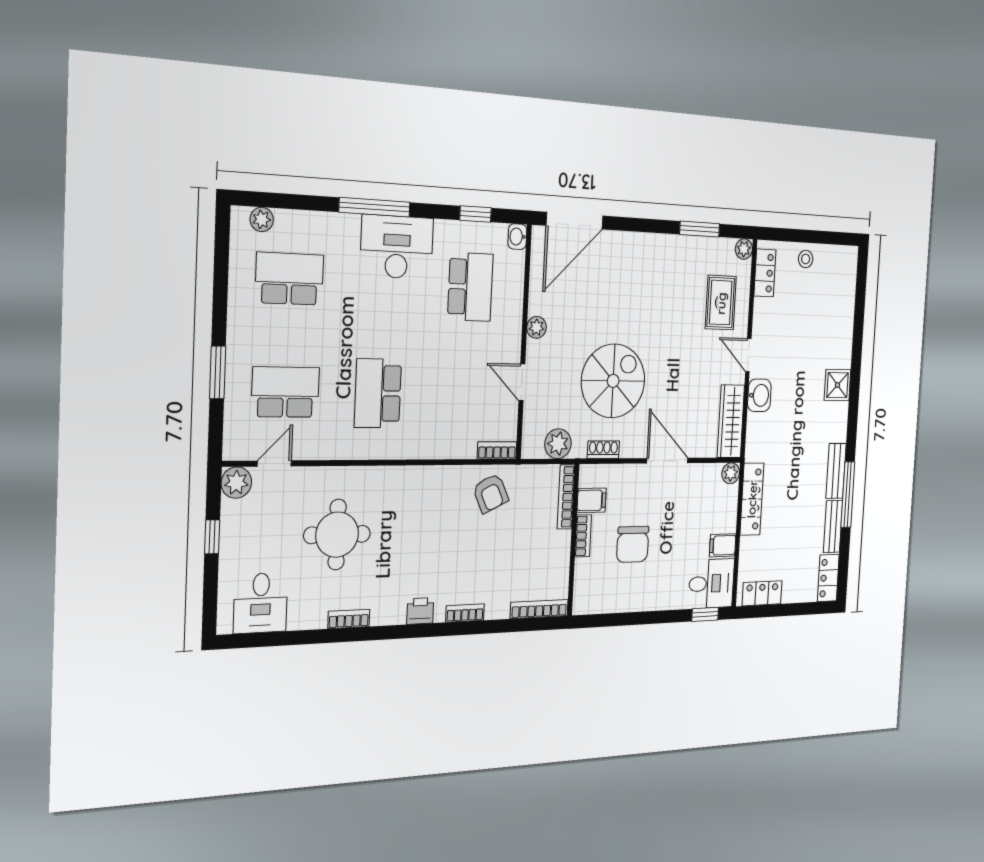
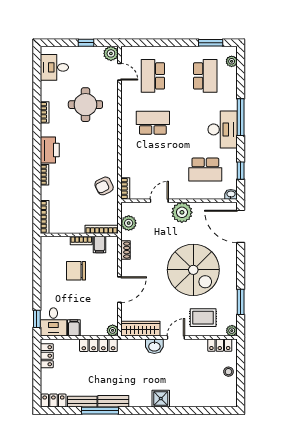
plant: (537, 327) -> (182, 212), width x1.87, depth x1.87
window: (218, 372) -> (211, 43), moved
spiral stairs: (613, 381) -> (193, 270), moved, width x1.37, depth x1.37
school desk: (285, 392) -> (153, 76), turned 180
printer: (420, 611) -> (50, 150), width x1.87, depth x1.48

